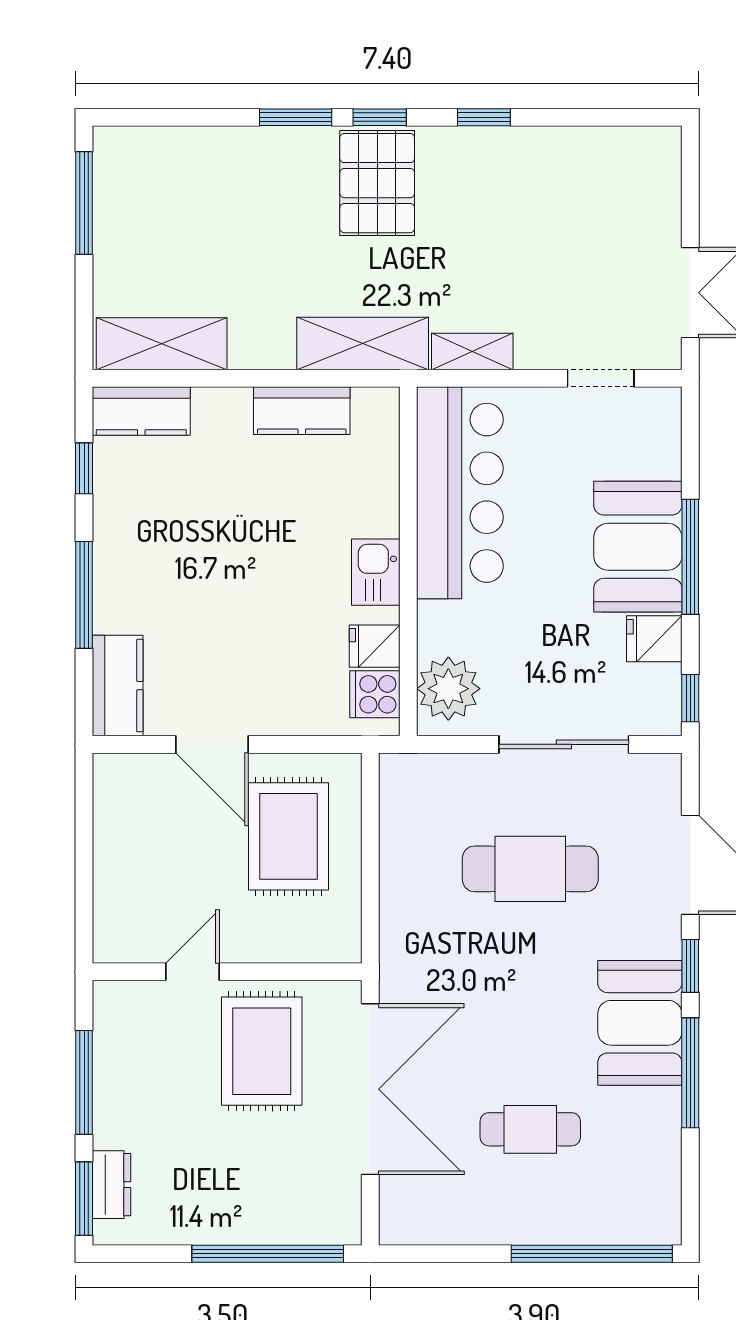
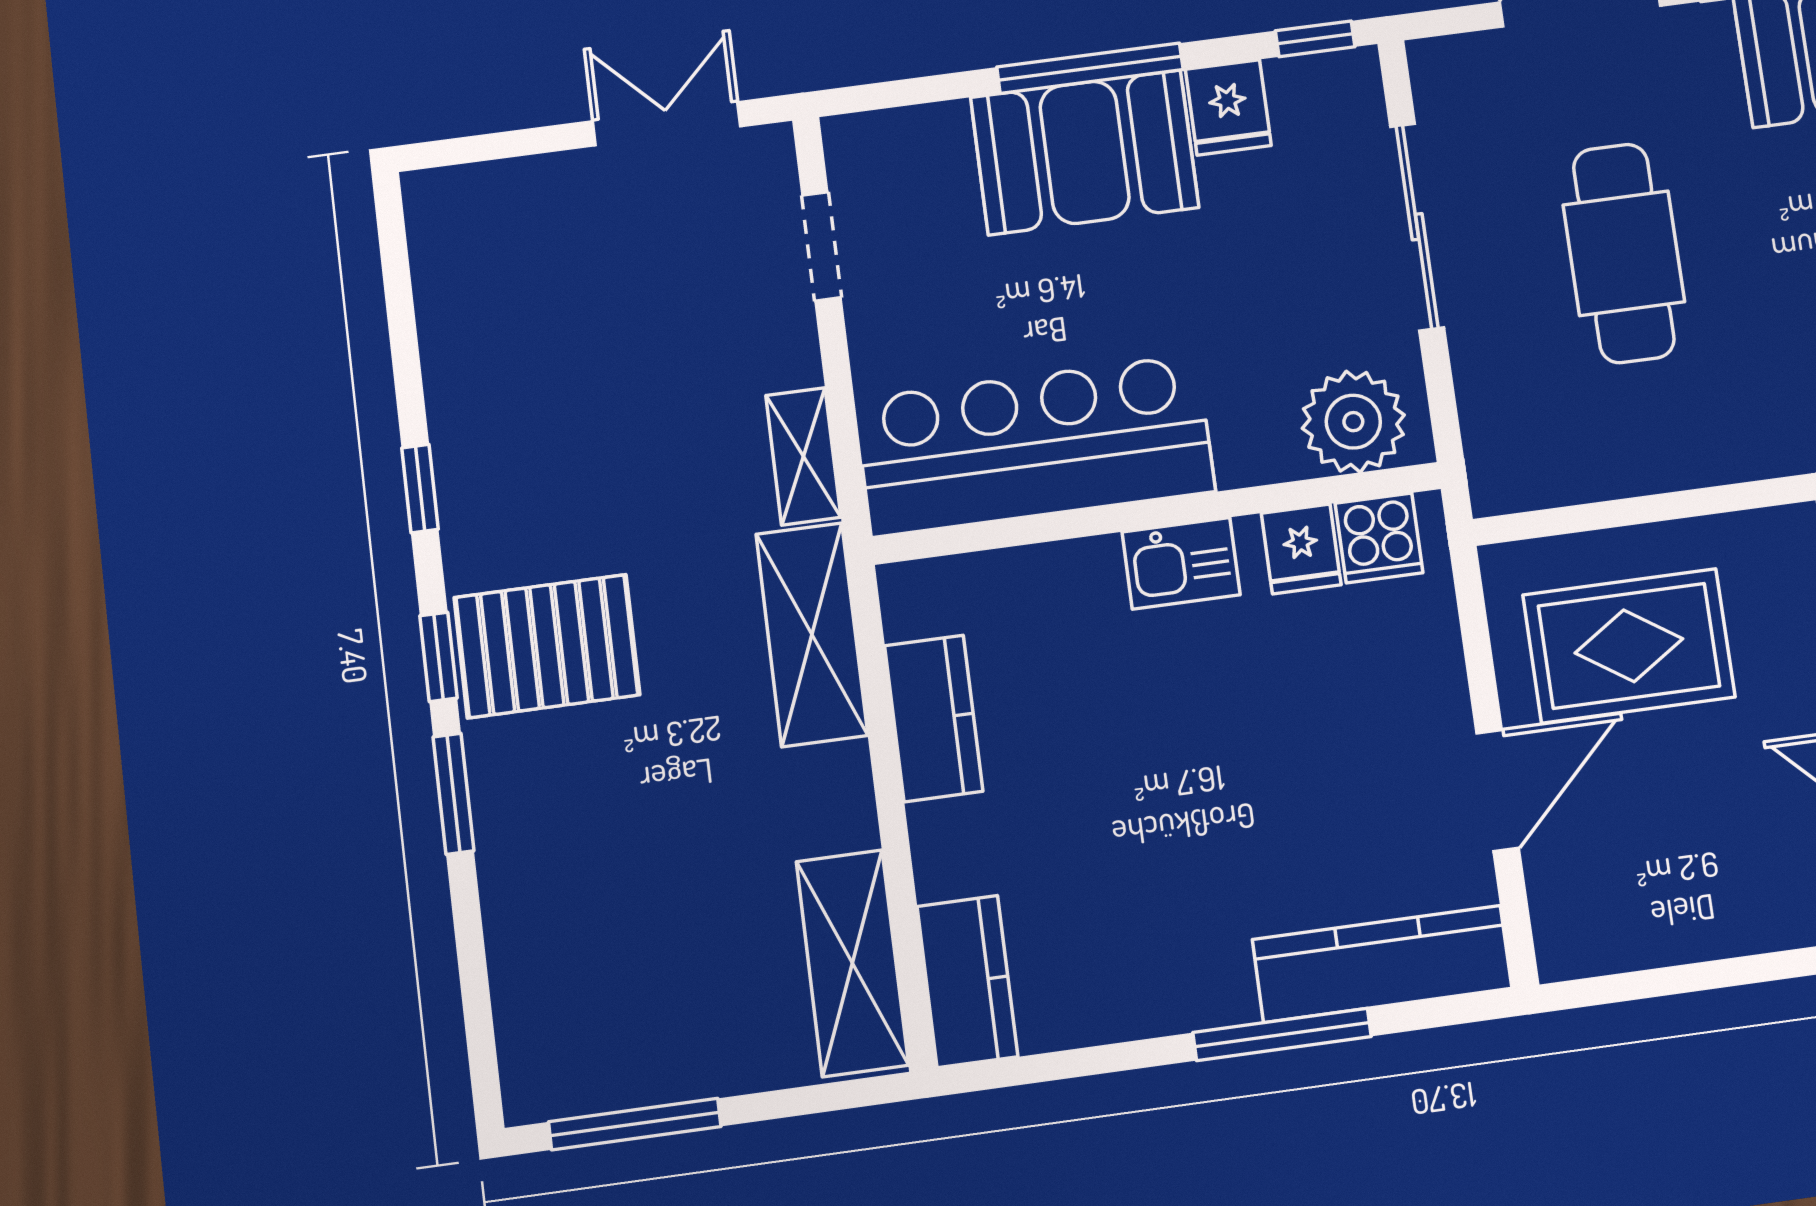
window: (84, 468) -> (1074, 1063), removed
kitchen counter: (118, 686) -> (1382, 964), width x1.50

